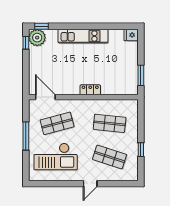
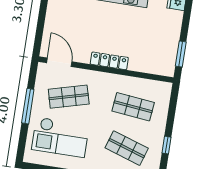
locker: (90, 90) -> (109, 61), width x1.53

